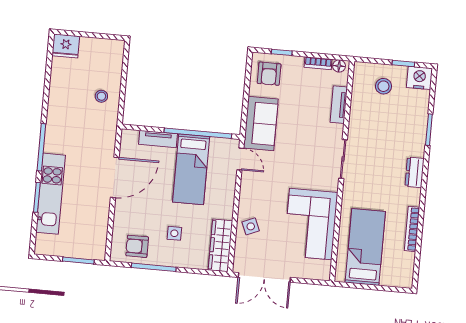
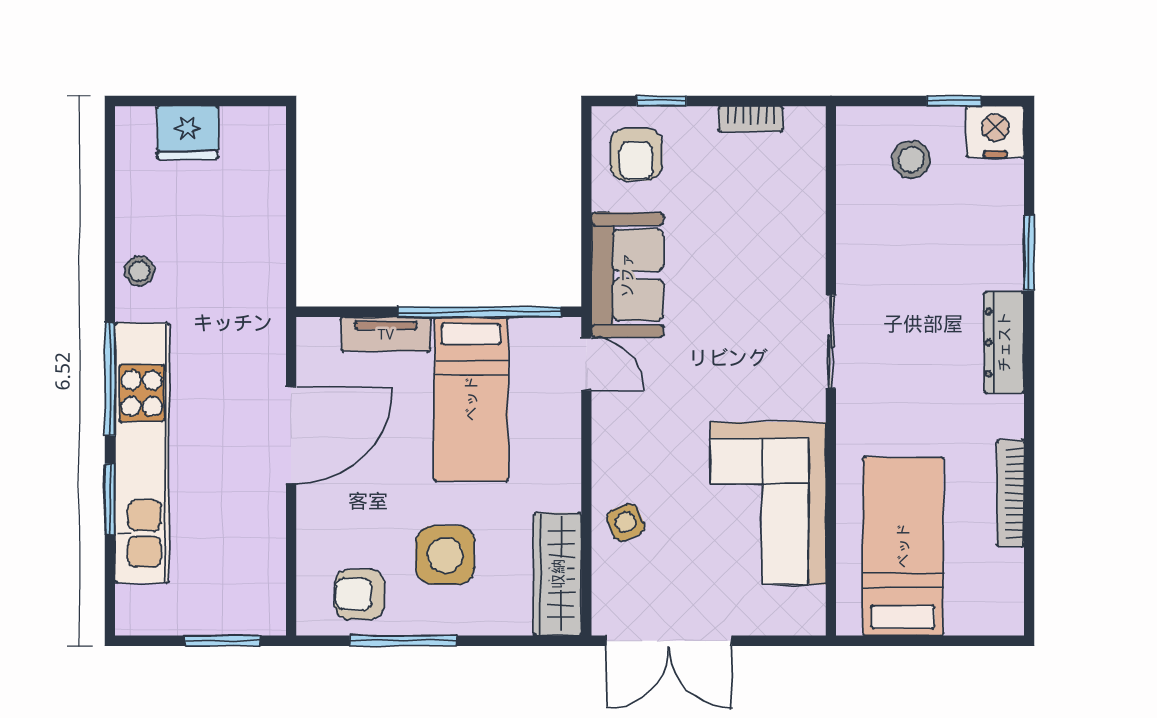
fridge: (66, 46) -> (188, 133), moved
floor lamp: (339, 66) -> (801, 121), removed
stool: (101, 96) -> (139, 271), moved
tv unit: (339, 105) -> (809, 213), removed
dresser: (415, 172) -> (1004, 342), width x1.44
kitchen unit: (51, 194) -> (142, 453), width x1.36
side table: (174, 233) -> (445, 555), width x1.87, depth x1.87

